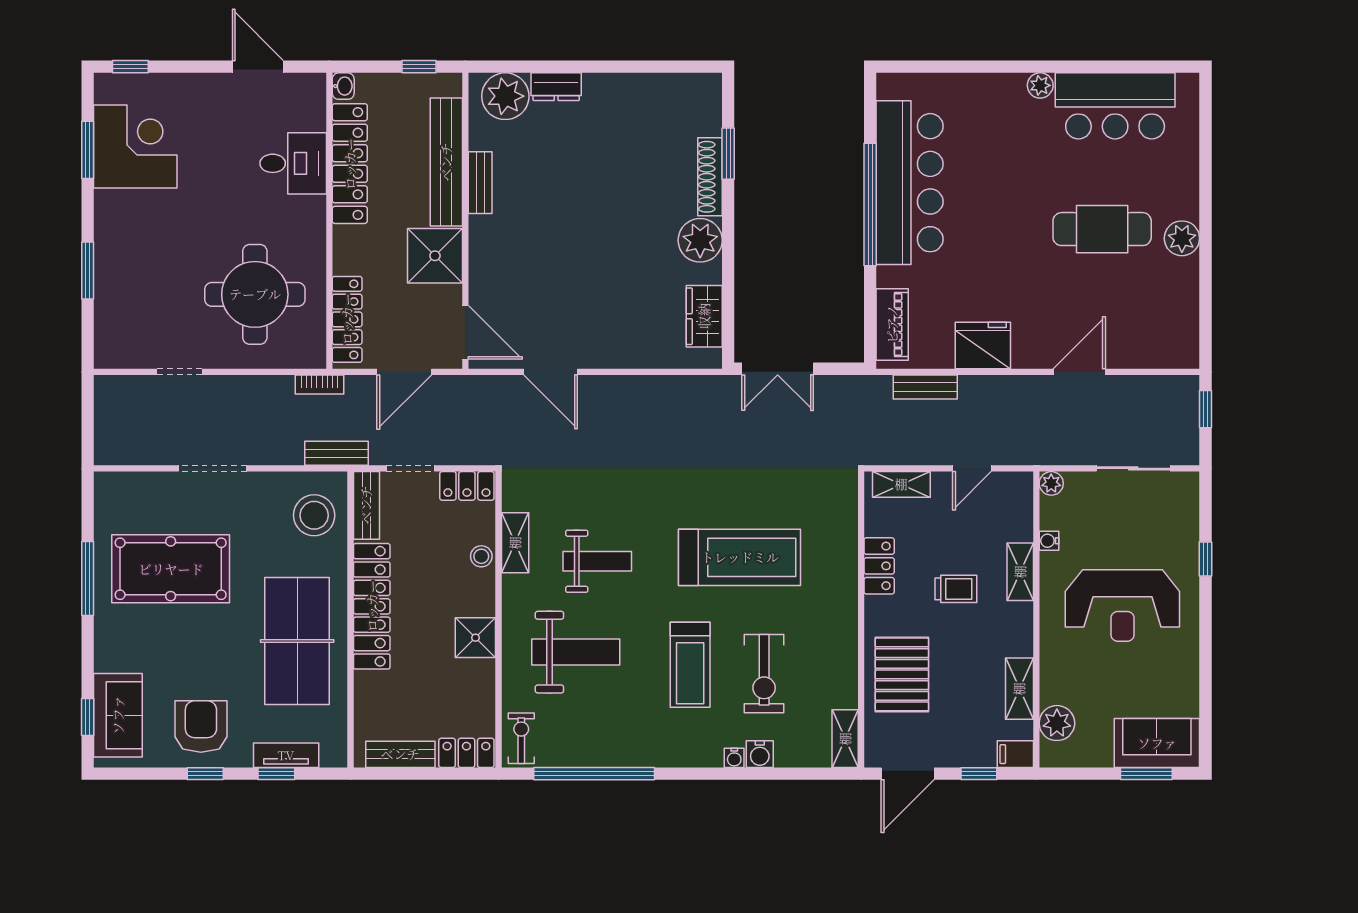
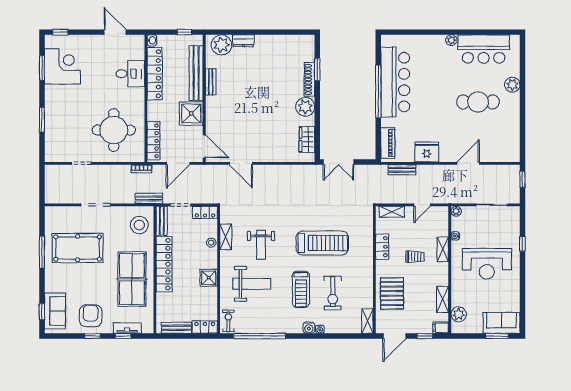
plant: (1182, 238) -> (512, 85), moved
weight bench: (597, 561) -> (261, 245), turned 90
water cooler: (760, 754) -> (309, 328), moved

